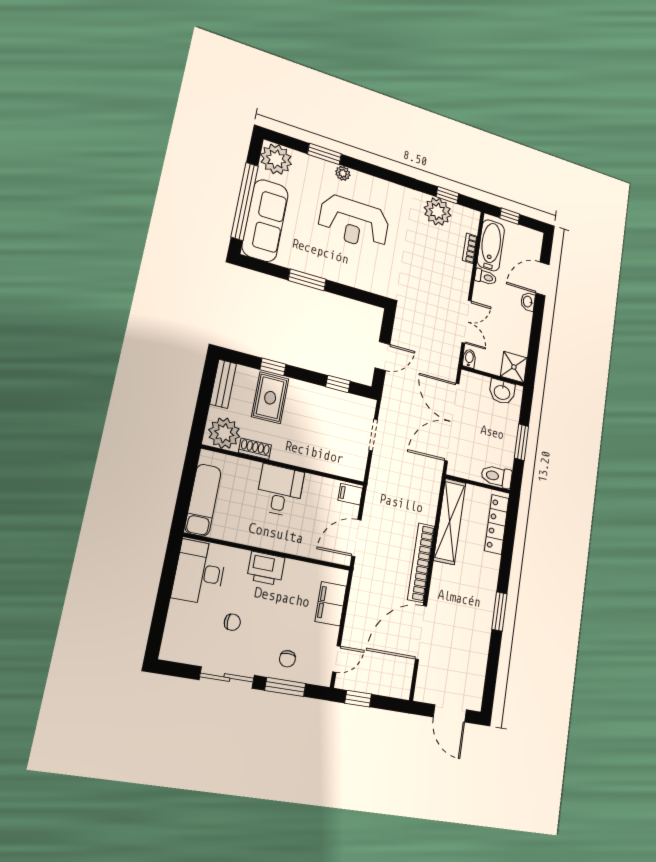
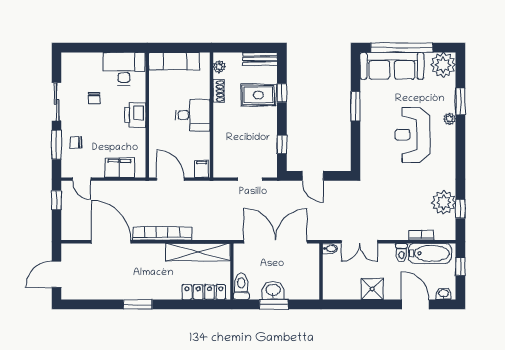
washbasin: (528, 302) -> (444, 294), moved
shower: (514, 367) -> (372, 289), moved
washbasin: (502, 392) -> (273, 290), moved, turned 90
plant: (224, 433) -> (219, 67), width x0.53, depth x0.53

